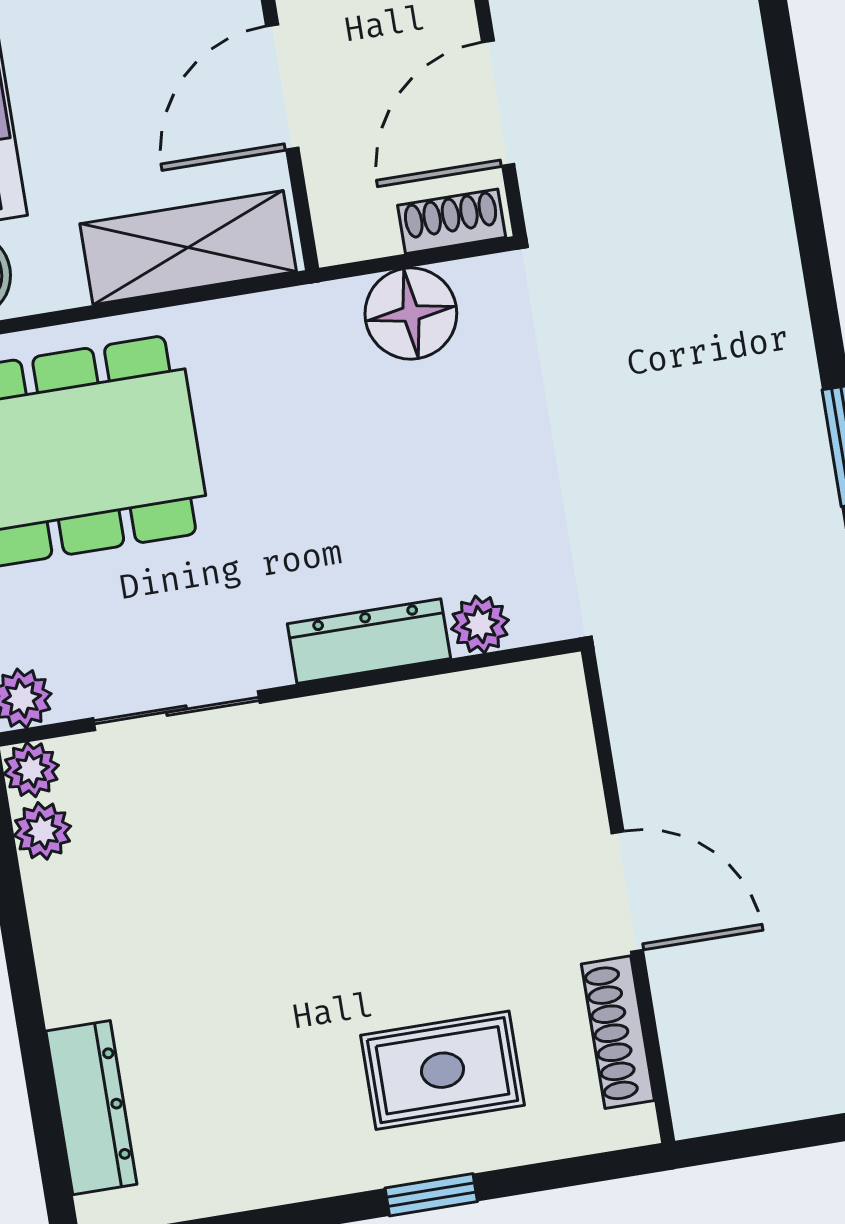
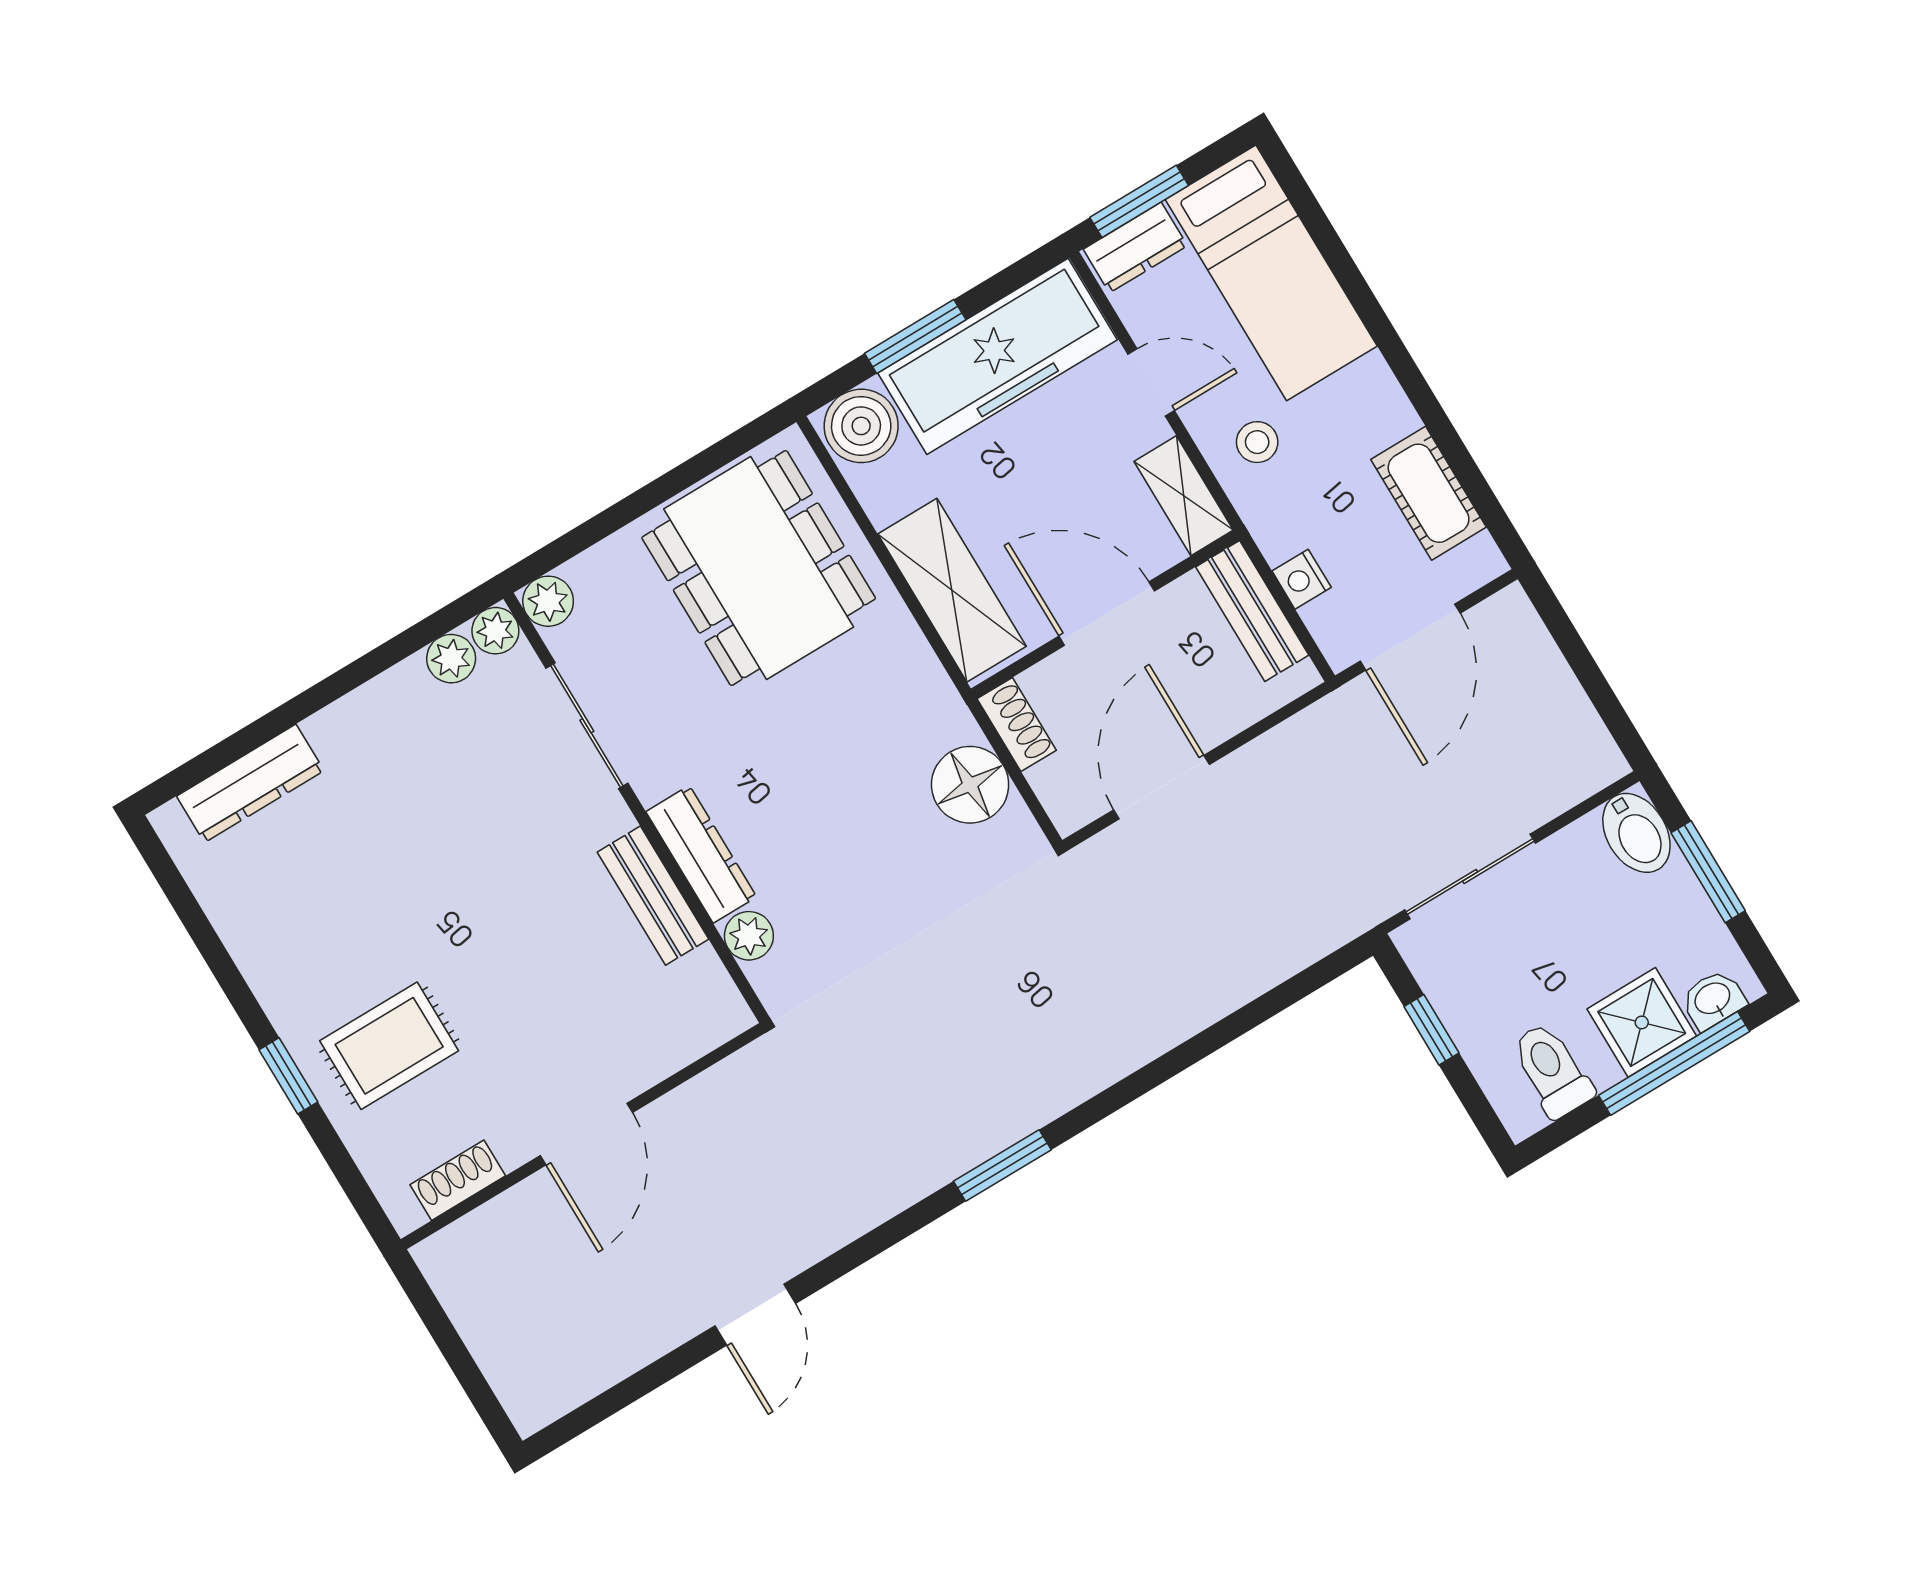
door: (498, 103) -> (1162, 787), hinge flipped
shoe rack: (452, 221) -> (1017, 725), moved
bench: (393, 713) -> (653, 896), added
shoe rack: (618, 1032) -> (458, 1180), width x0.70
rug: (443, 1070) -> (389, 1046), turned 90

